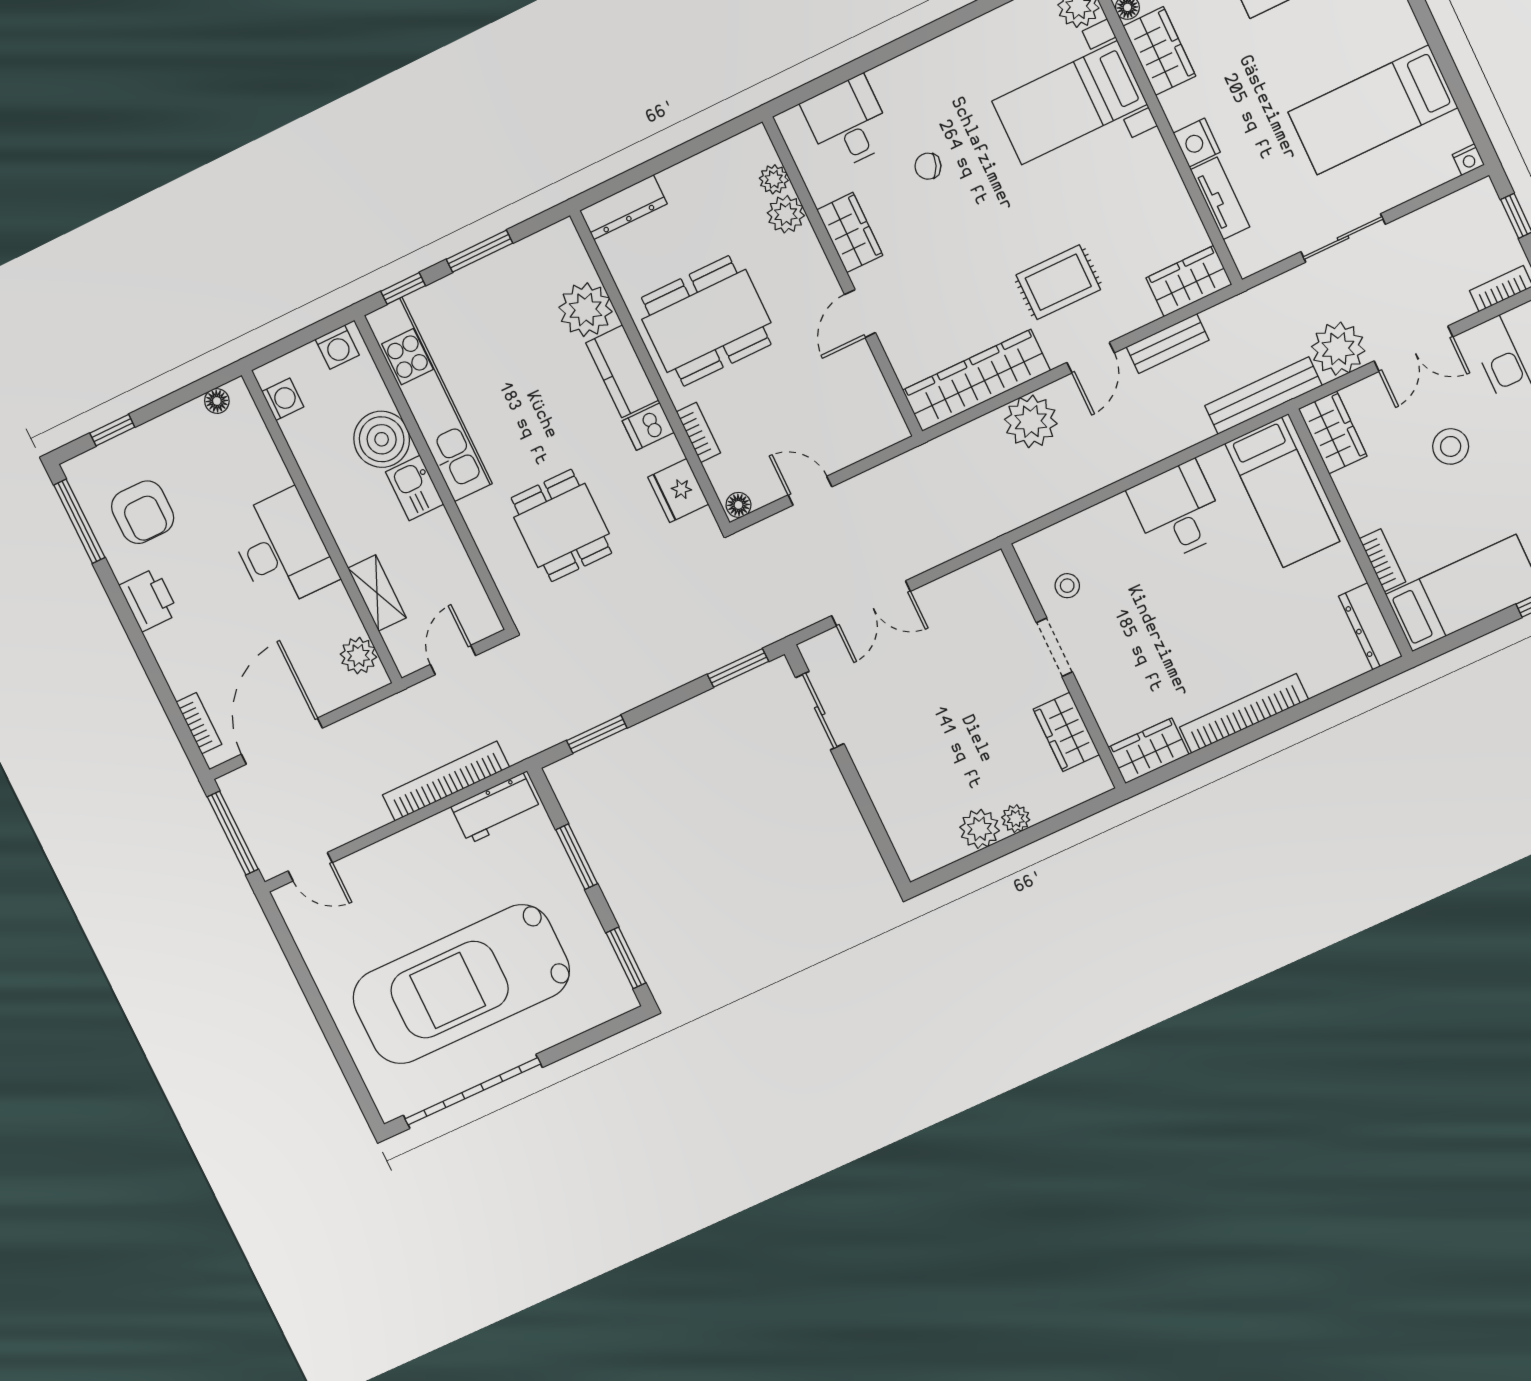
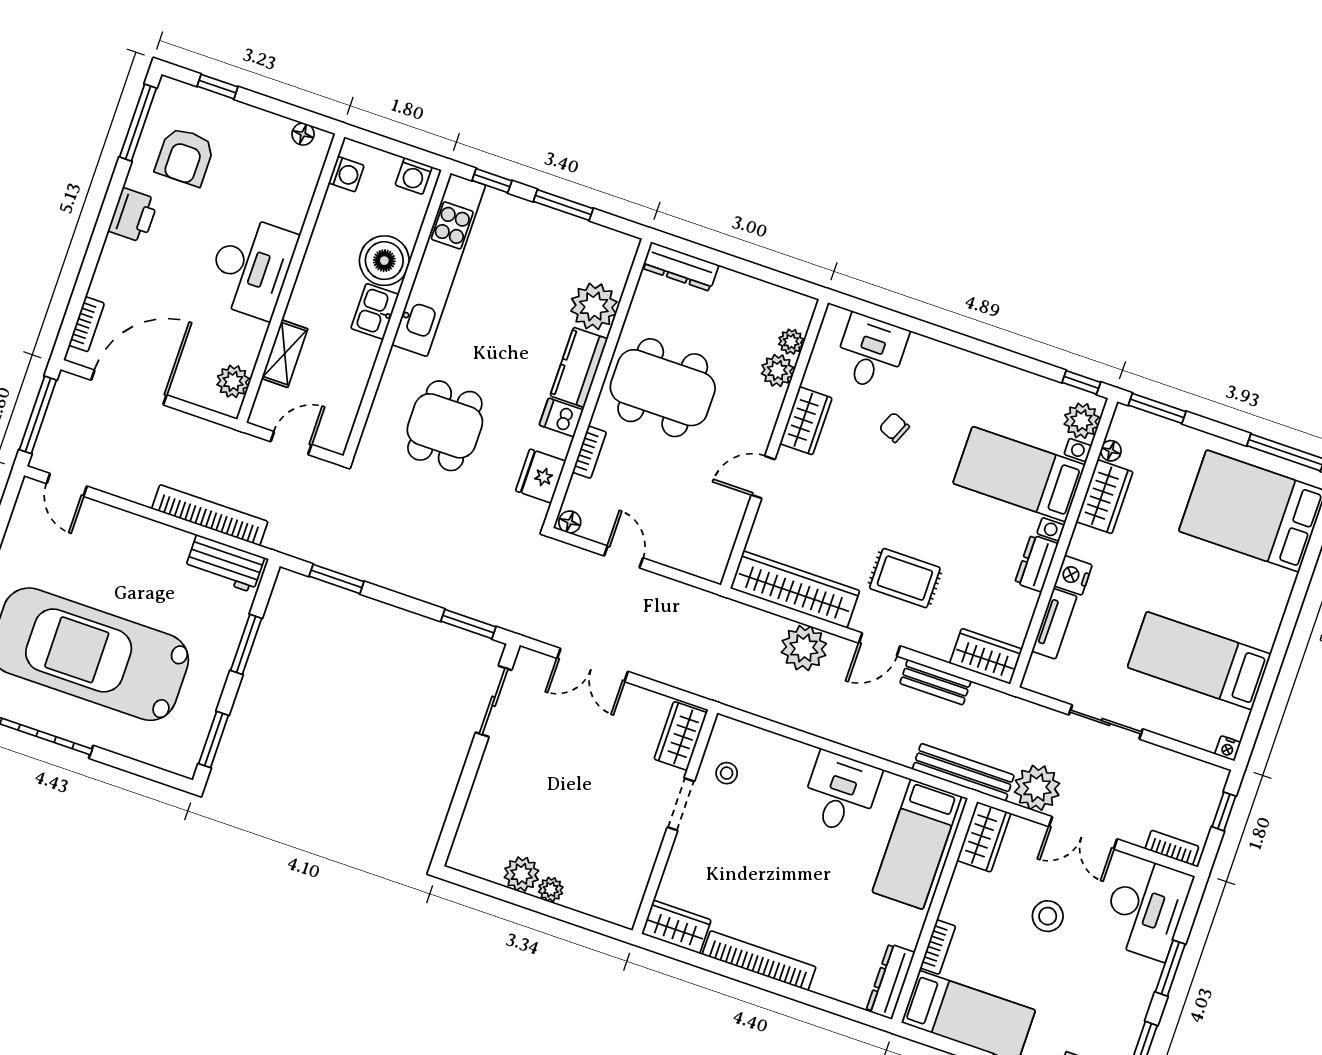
dresser: (1156, 163) -> (1036, 563), added
wardrobe: (1066, 732) -> (681, 736), moved

